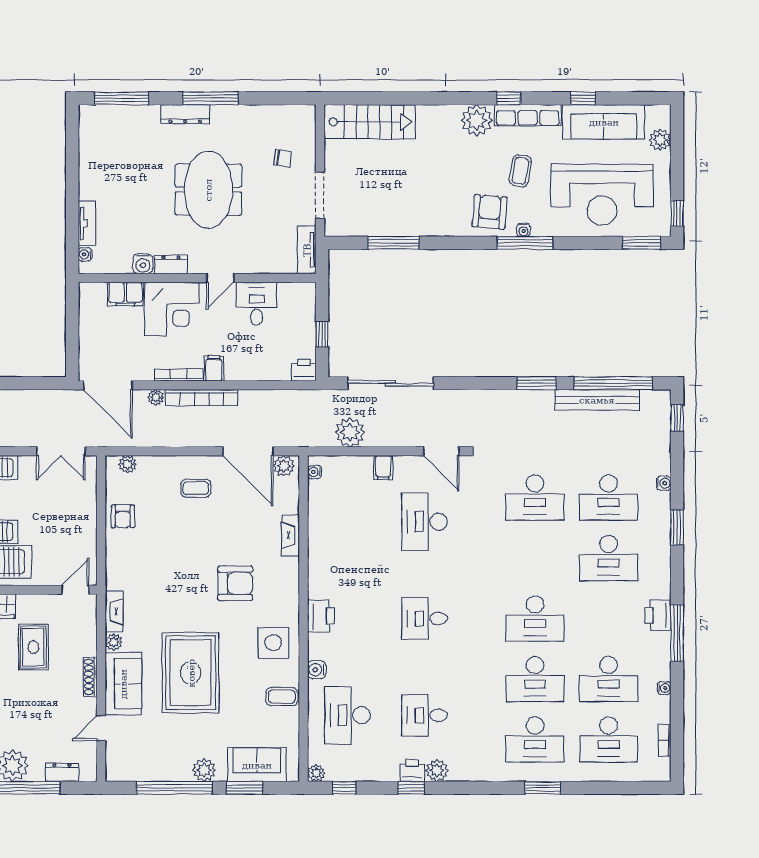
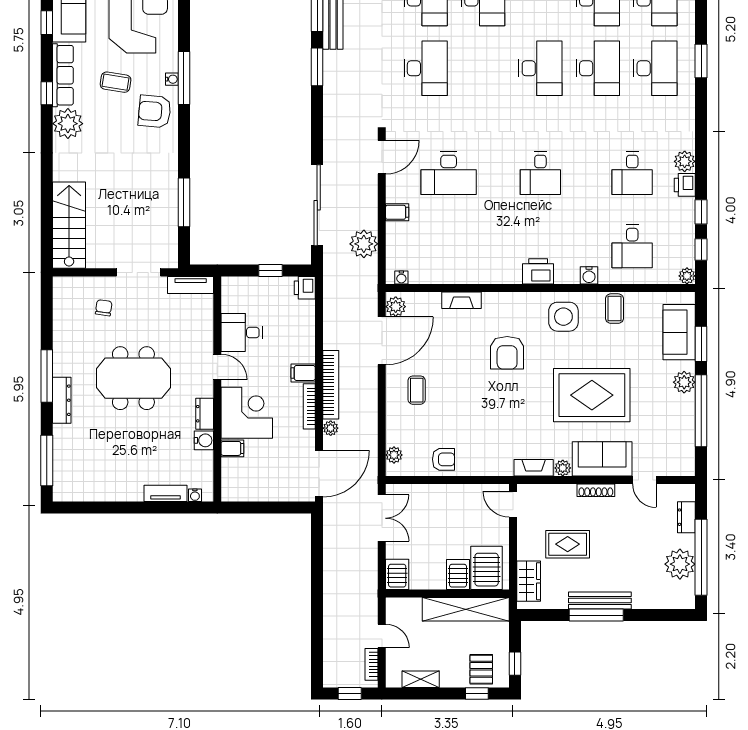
filing cabinet: (125, 294) -> (232, 448), width x0.50
armchair: (235, 583) -> (507, 353), turned 180
desk: (347, 715) -> (632, 246), width x0.73
window: (411, 788) -> (701, 212), moved

